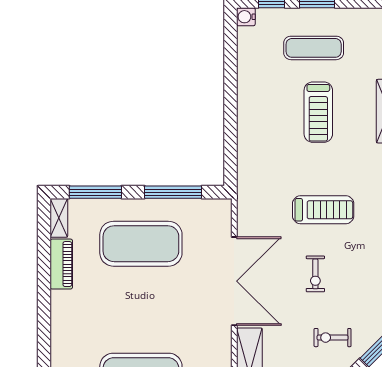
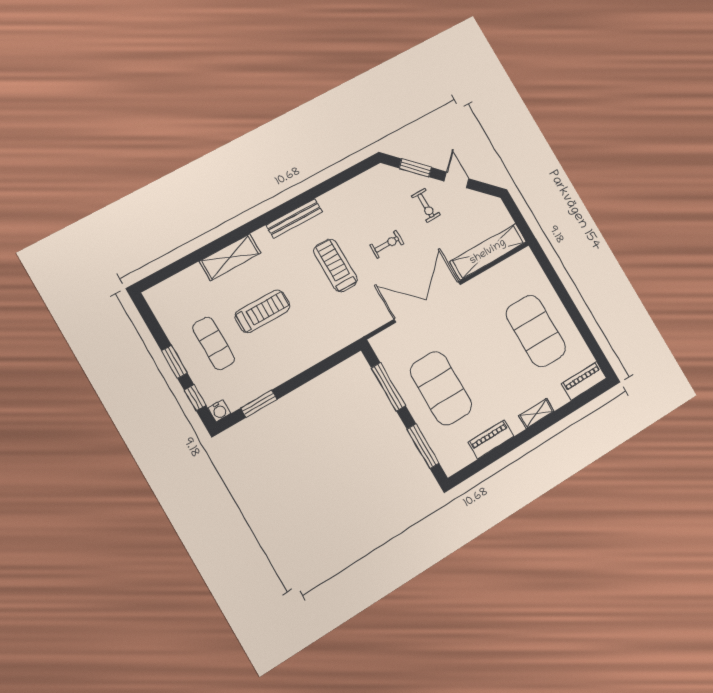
window: (231, 58) -> (259, 404), added
shelving: (59, 218) -> (536, 413), moved

